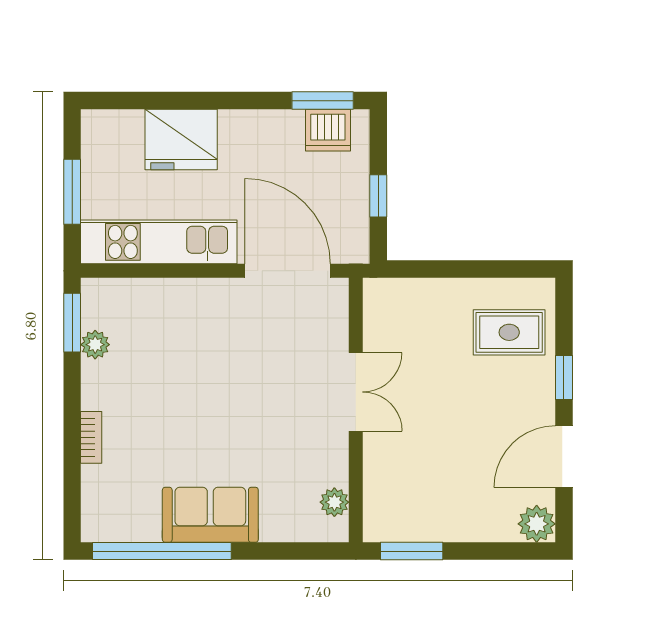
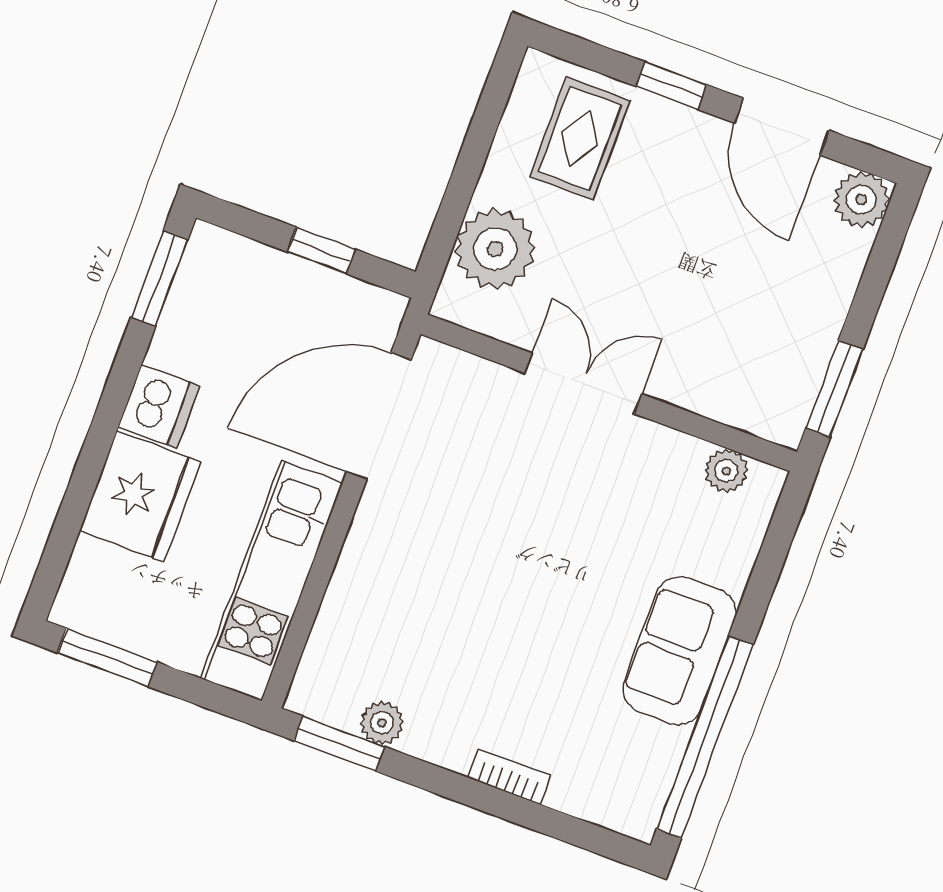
dishwasher: (328, 130) -> (159, 406), moved
window: (72, 192) -> (108, 657), moved
plant: (420, 305) -> (495, 249), added

